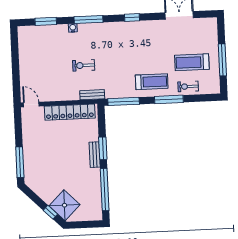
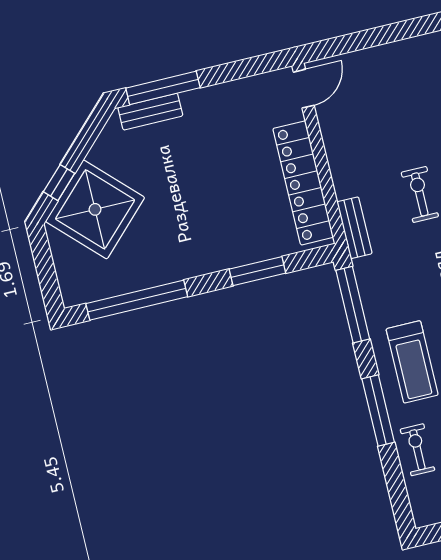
window: (103, 148) -> (257, 271), moved
bench: (95, 155) -> (150, 112), moved
shower: (64, 205) -> (95, 209), width x1.37, depth x1.37

